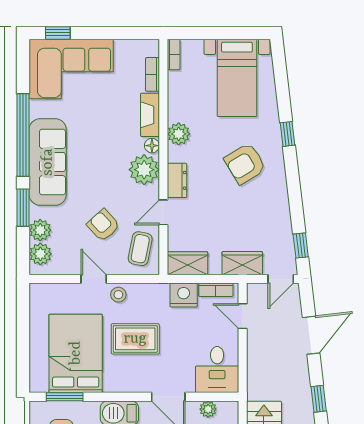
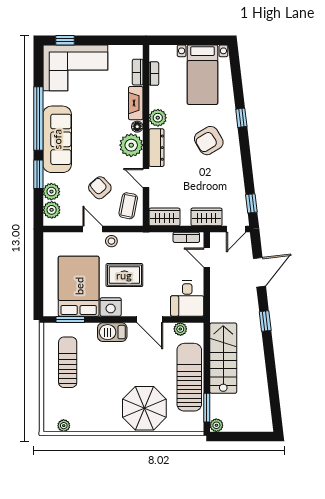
bookcase: (174, 54) -> (154, 74), moved
dresser: (177, 180) -> (156, 148), width x1.44
door: (163, 212) -> (146, 178), hinge flipped
nightstand: (184, 295) -> (111, 307), moved, turned 180

